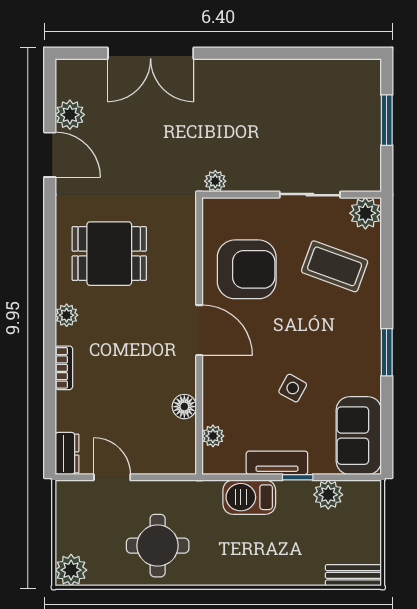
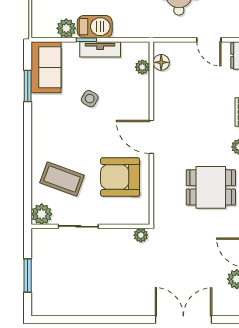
window: (387, 352) -> (28, 86), moved
floor lamp: (184, 407) -> (161, 62), moved
barbecue: (249, 497) -> (95, 27), moved

